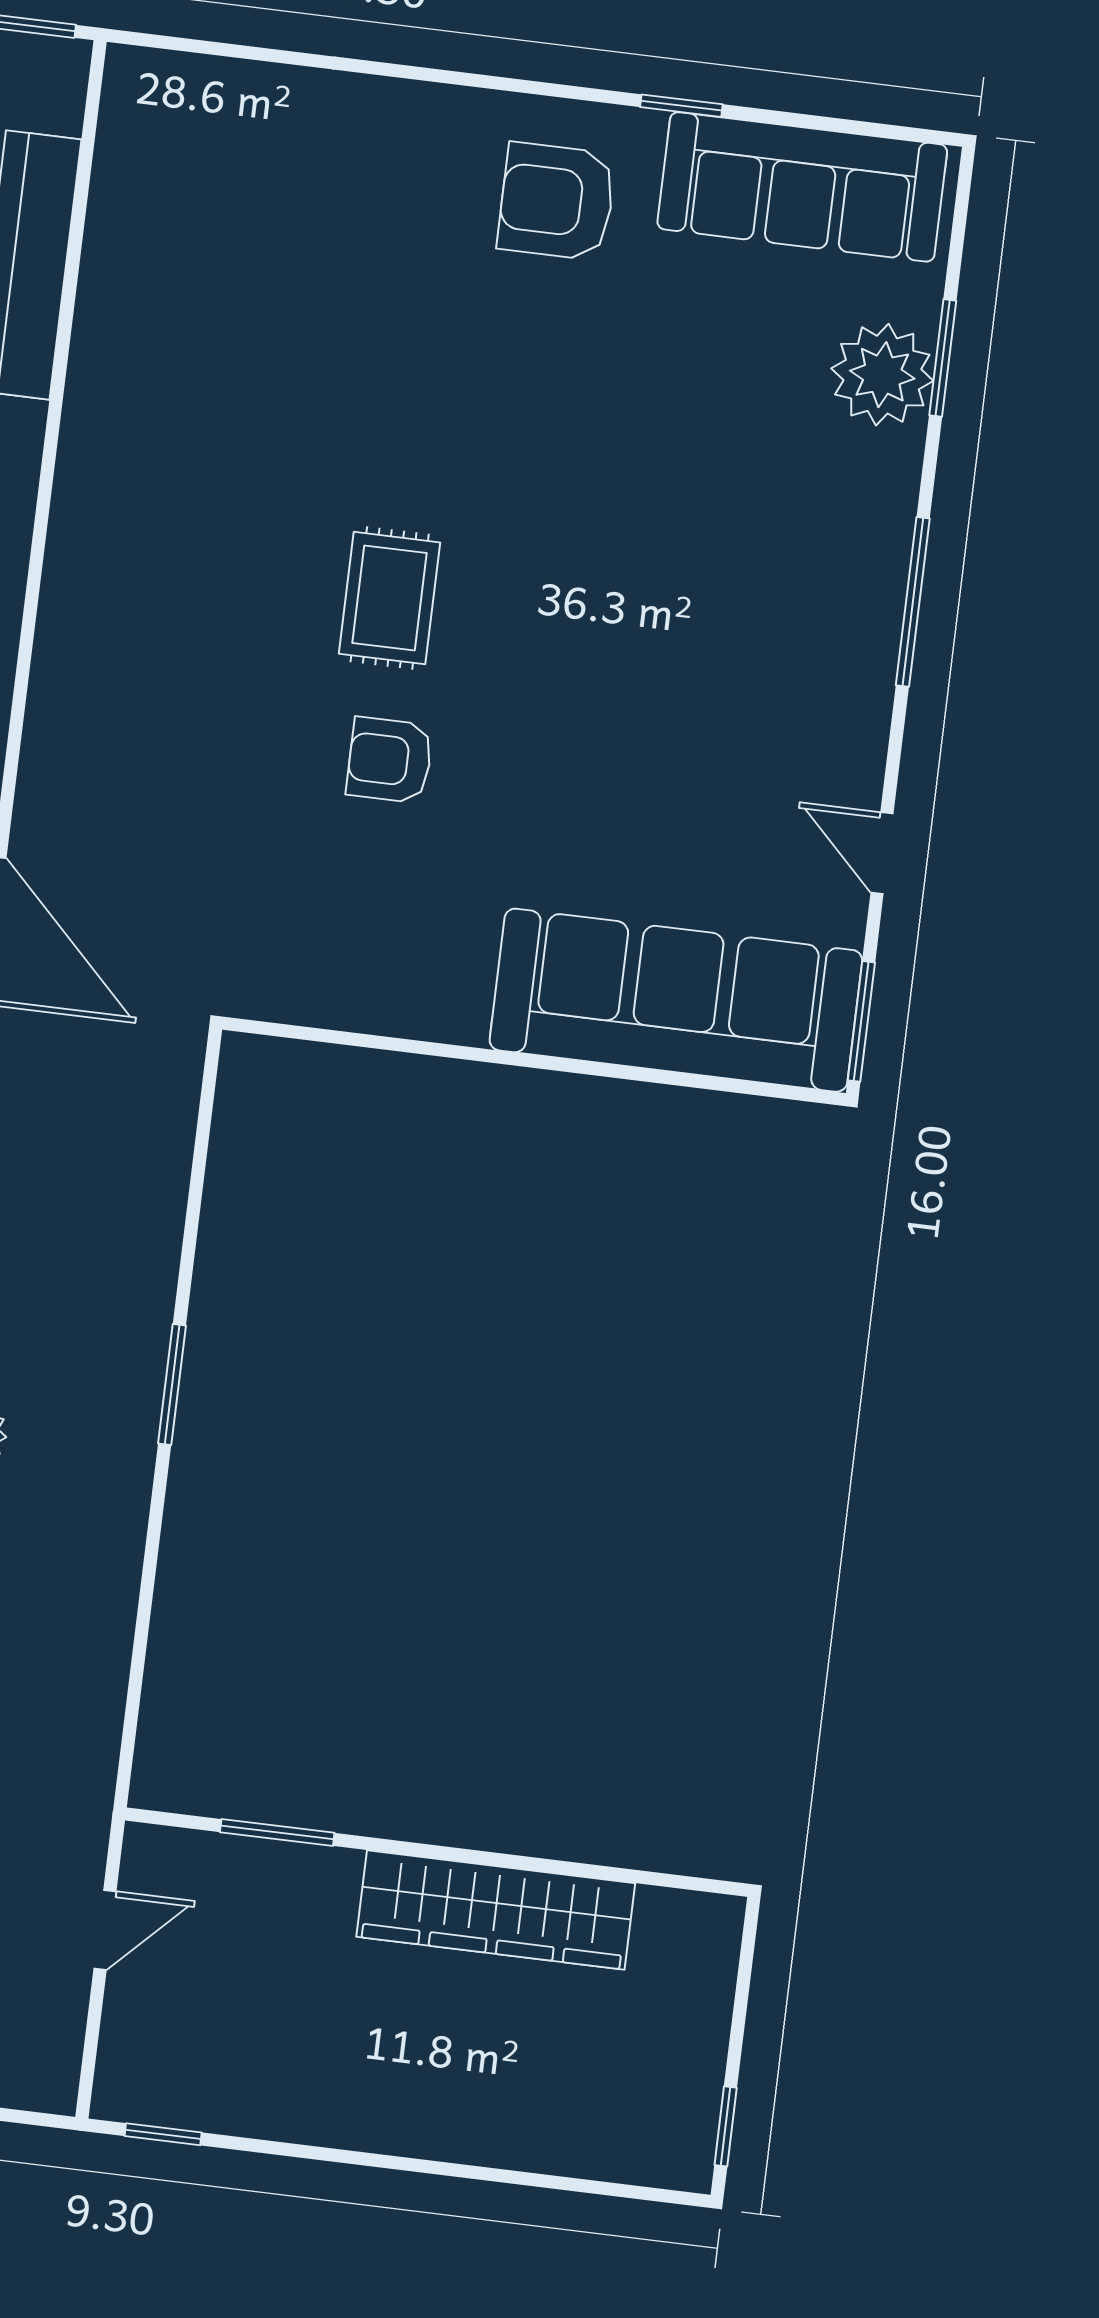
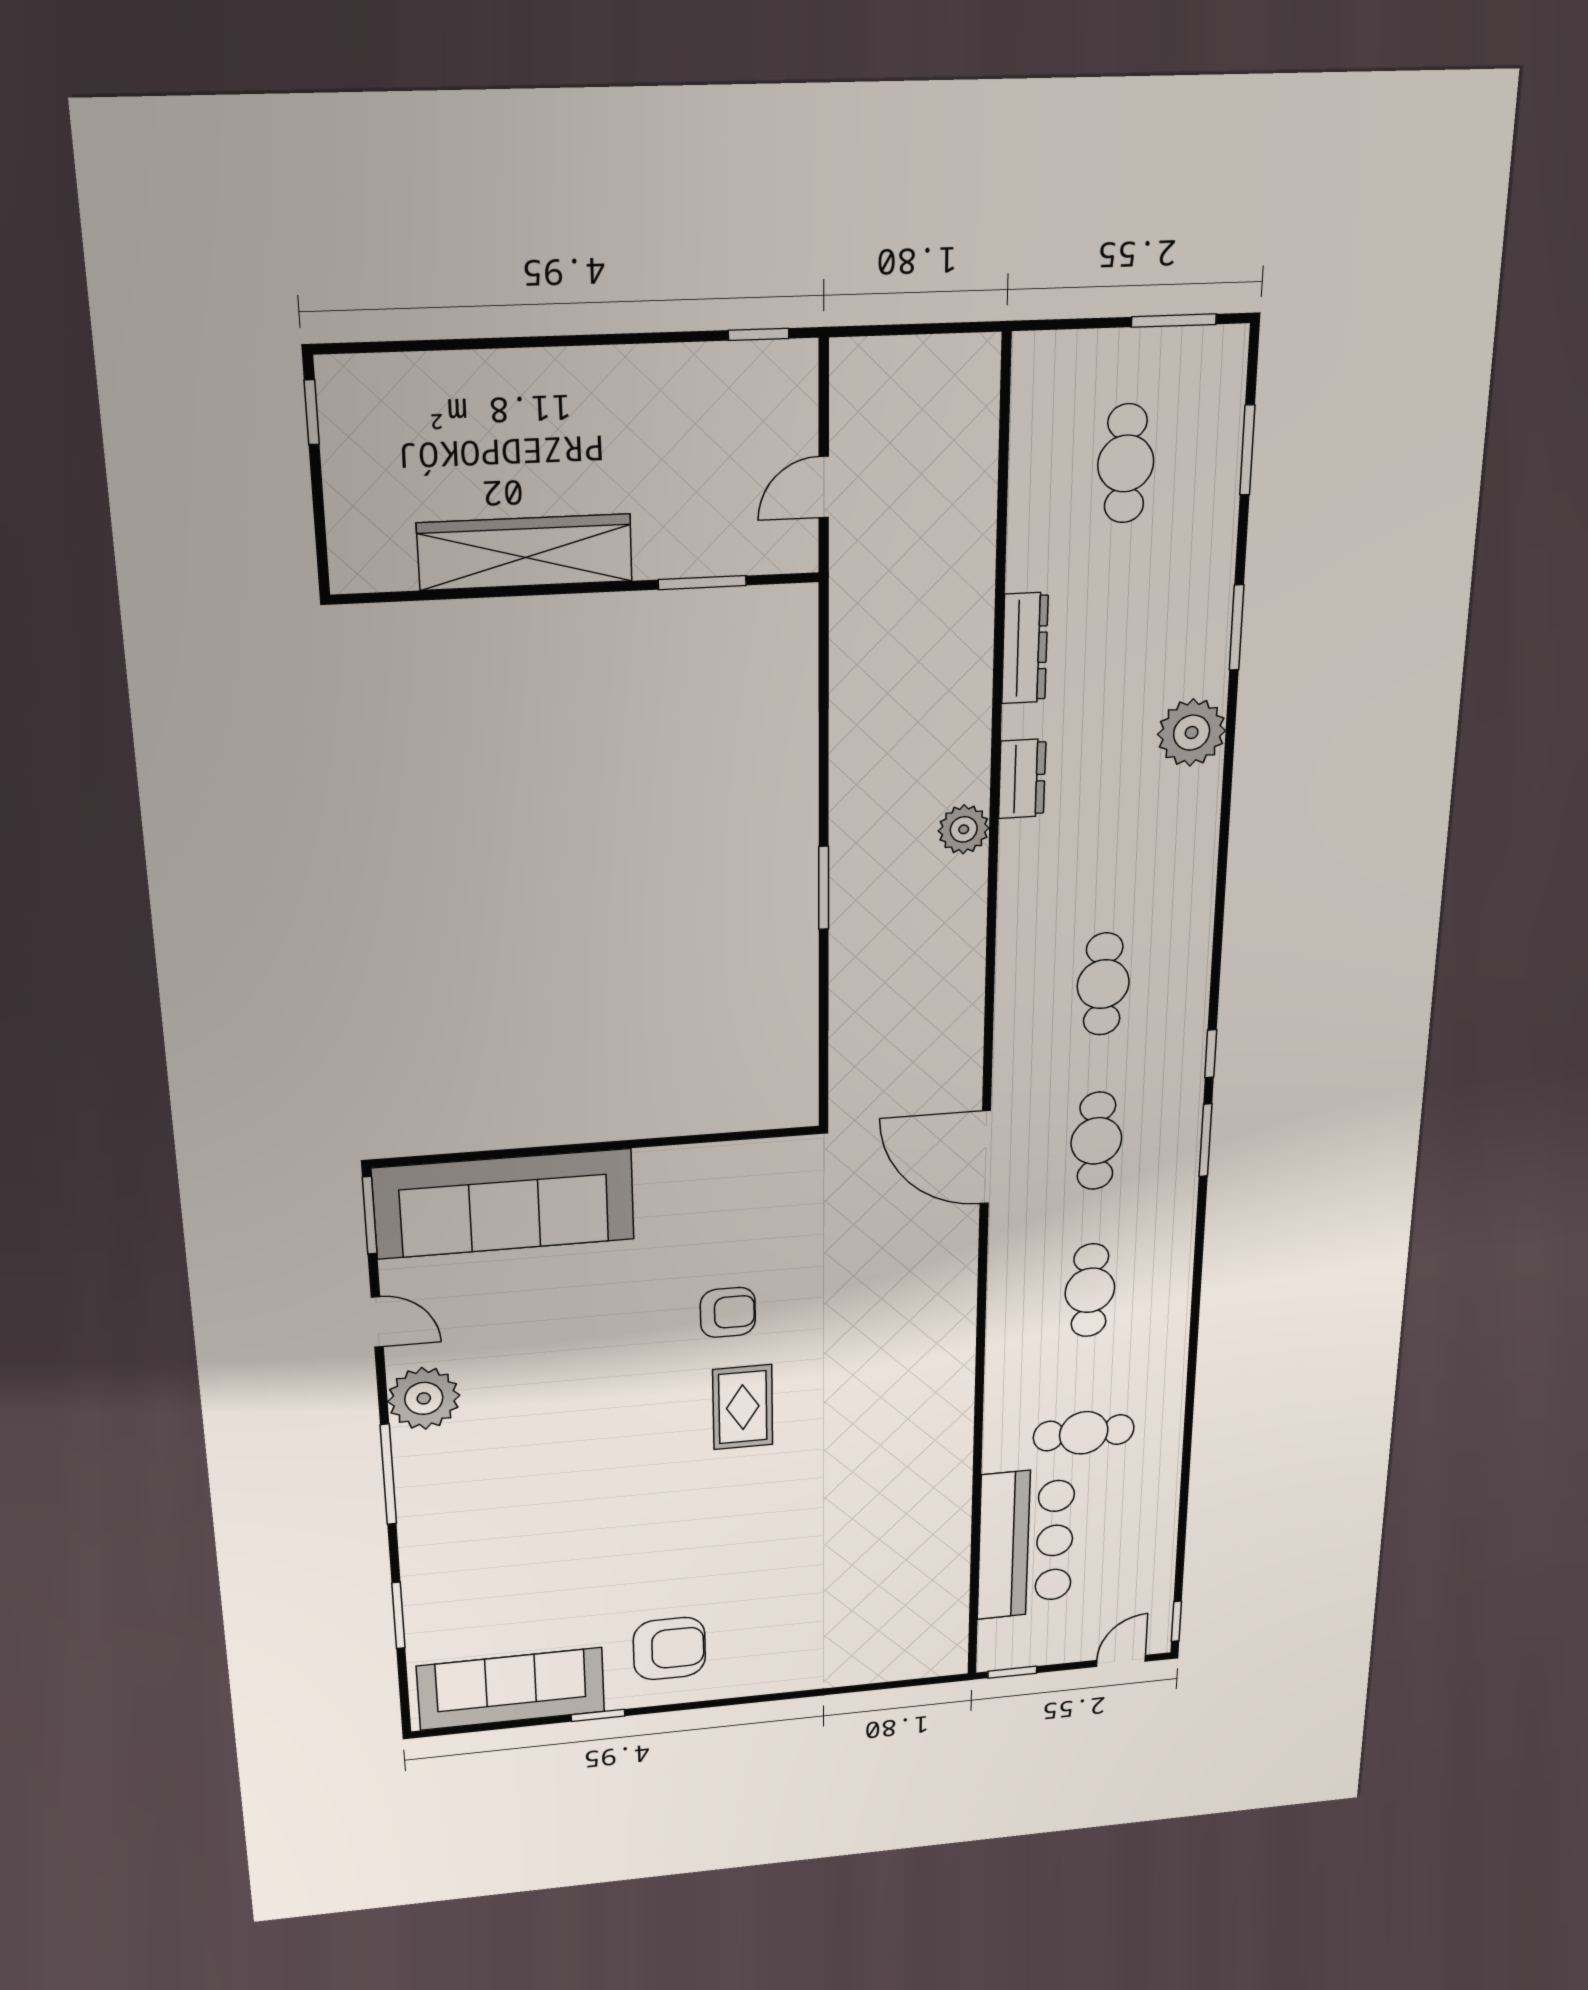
plant: (882, 375) -> (424, 1398), moved

